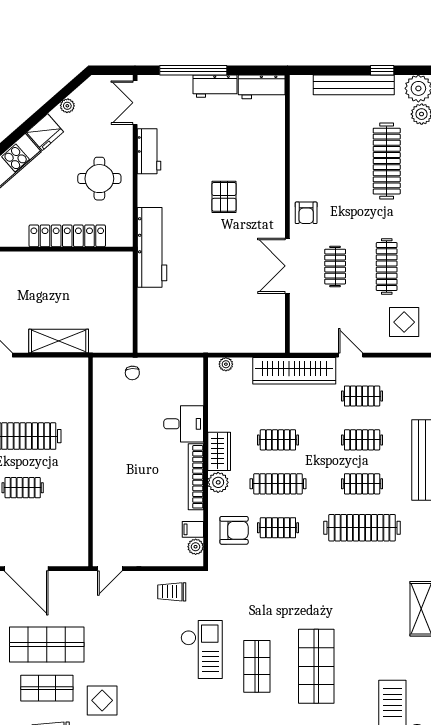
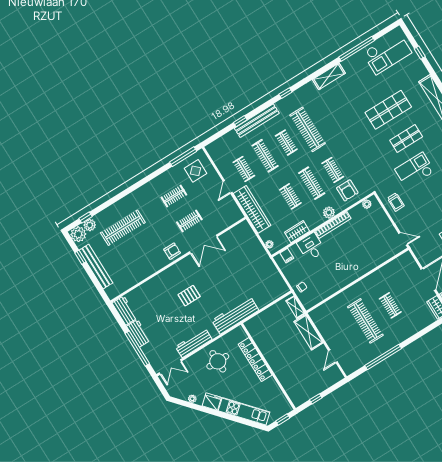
workbench: (149, 151) -> (194, 343), width x1.38
clothes rail: (387, 267) -> (174, 196), width x0.73
shelving: (108, 344) -> (295, 307), added
clothes rail: (362, 440) -> (265, 156), width x1.36
wardrobe: (219, 451) -> (297, 232), moved
filing cabinet: (193, 529) -> (287, 256), moved
armchair: (234, 530) -> (347, 190), turned 180

